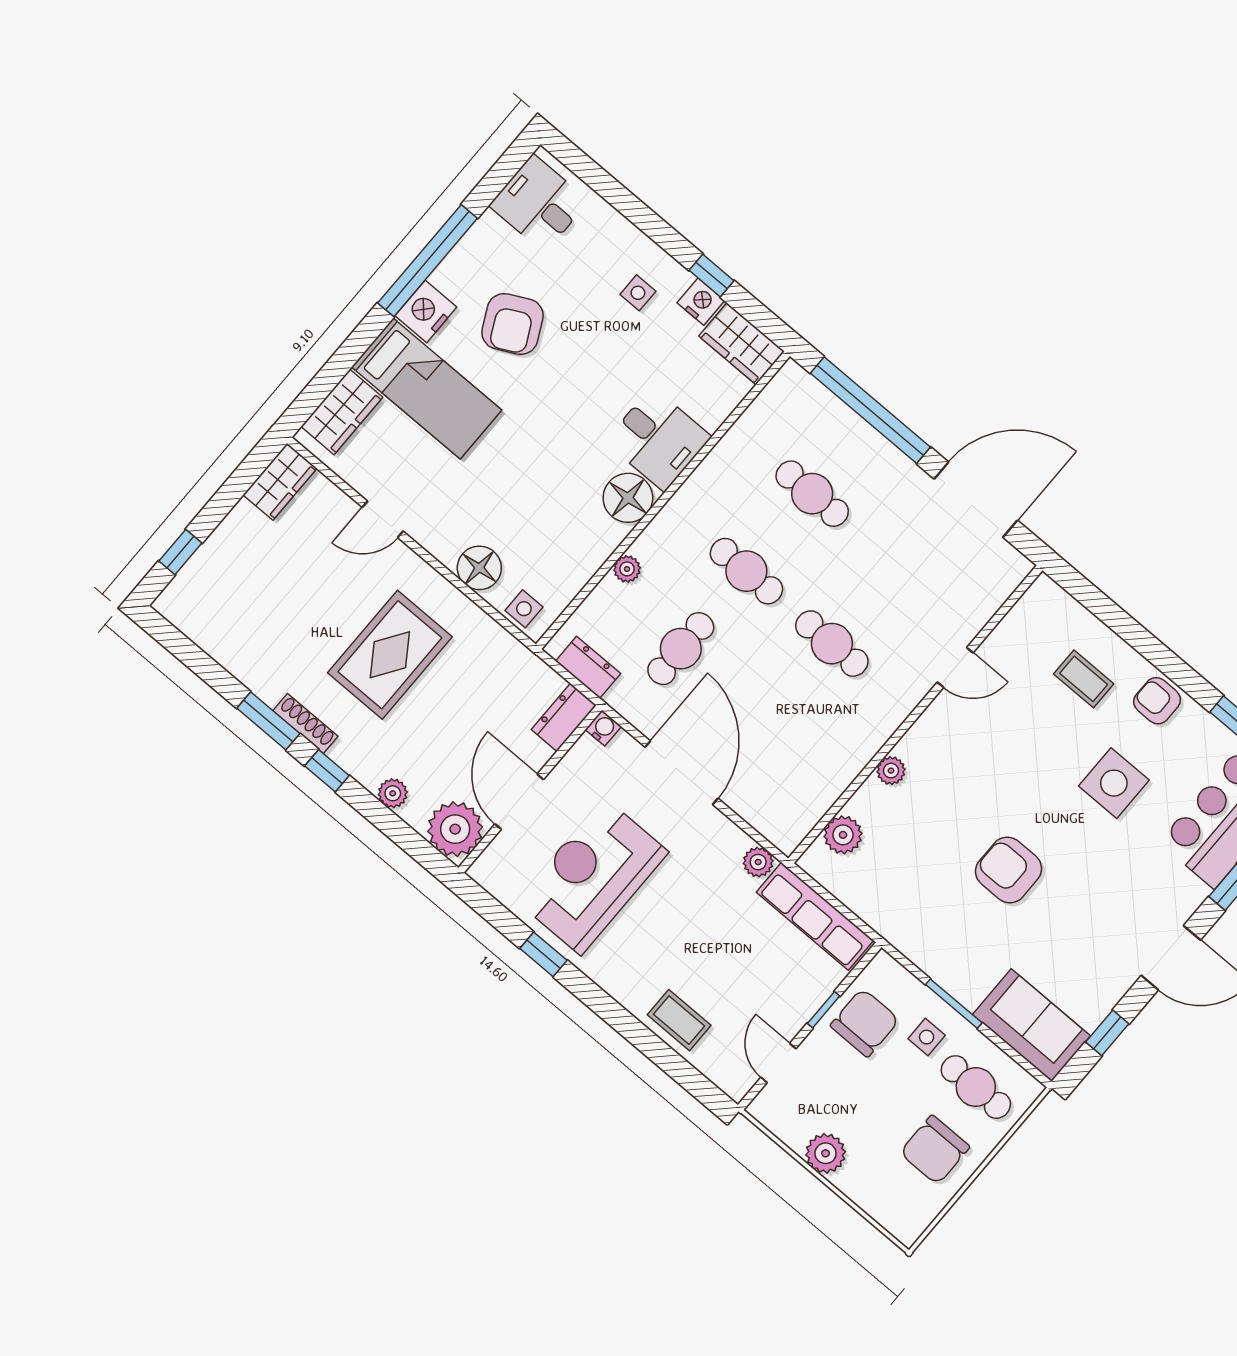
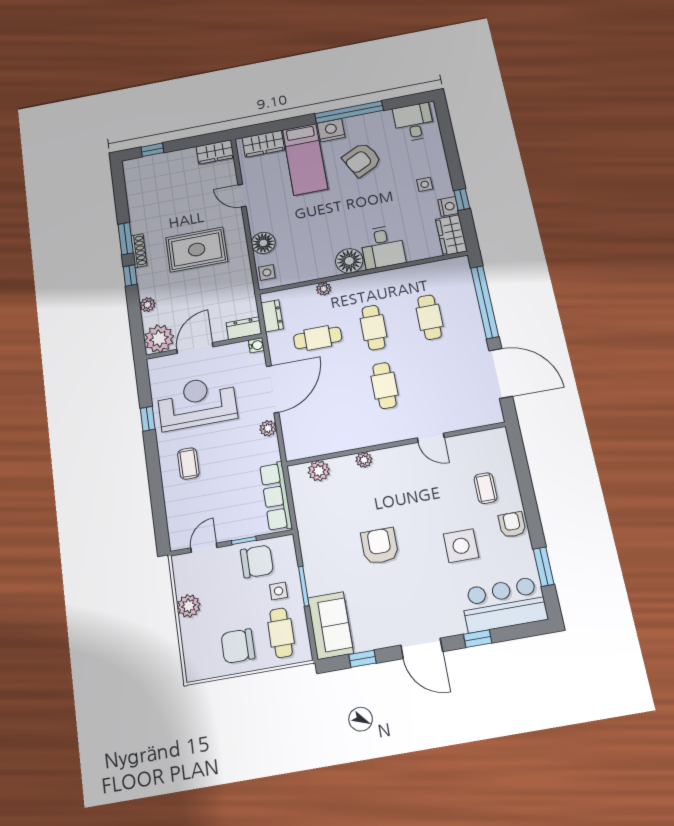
plant: (758, 862) -> (268, 428), moved
coffee table: (679, 1020) -> (188, 464), moved

